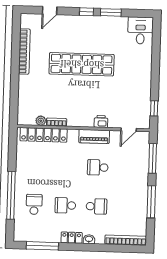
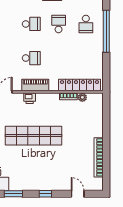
door: (50, 11) -> (78, 194), hinge flipped
window: (111, 12) -> (13, 194), moved
shop shelf: (82, 64) -> (33, 136), moved
school desk: (65, 205) -> (59, 24), turned -90
school desk: (96, 206) -> (31, 24), turned 180

